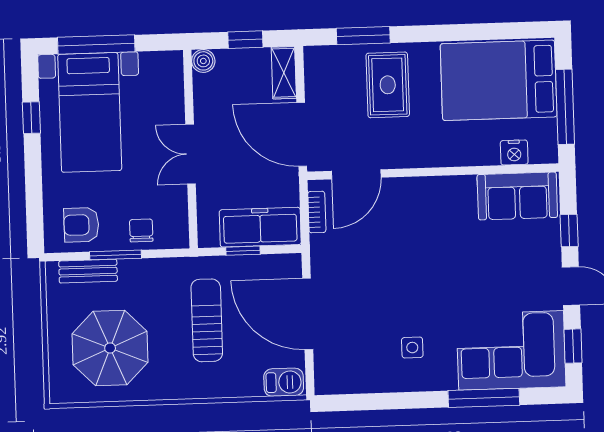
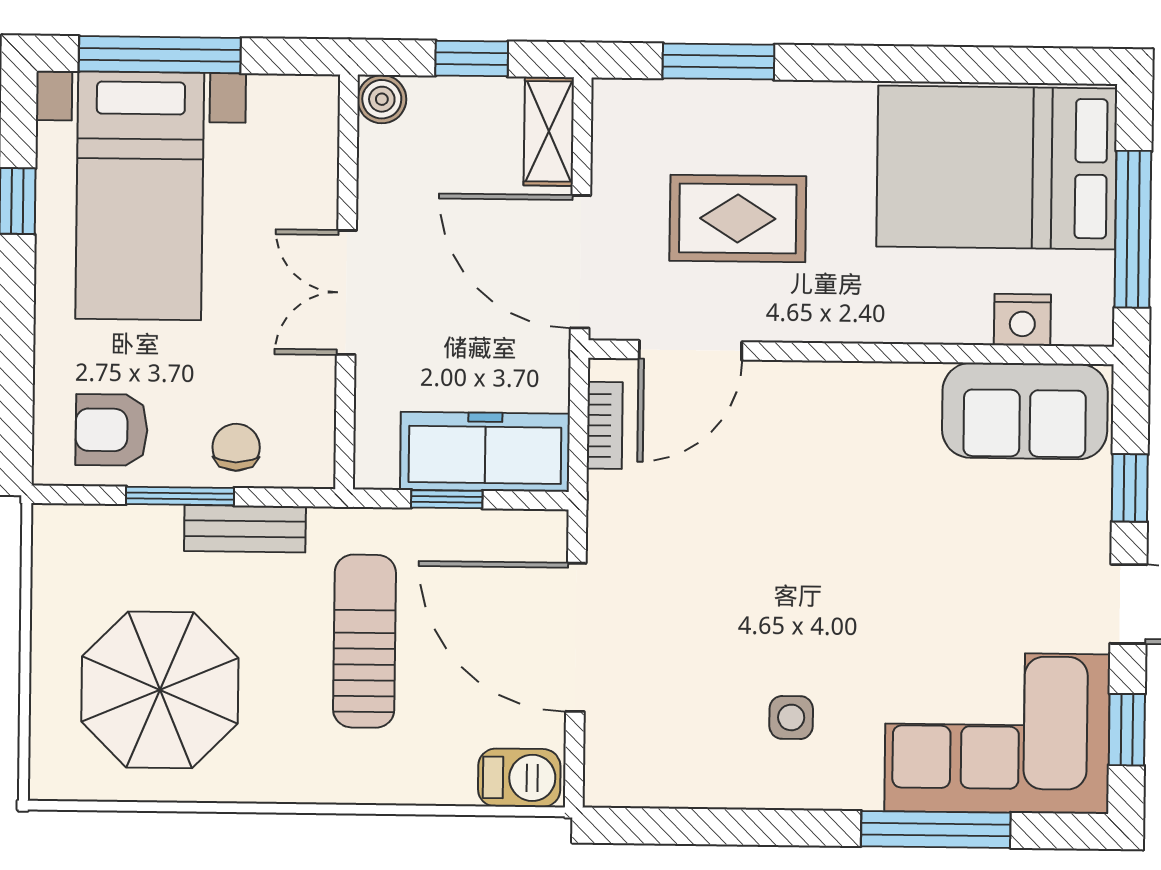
rug: (388, 85) -> (738, 218), moved, turned 90
bench: (88, 271) -> (245, 529), moved

